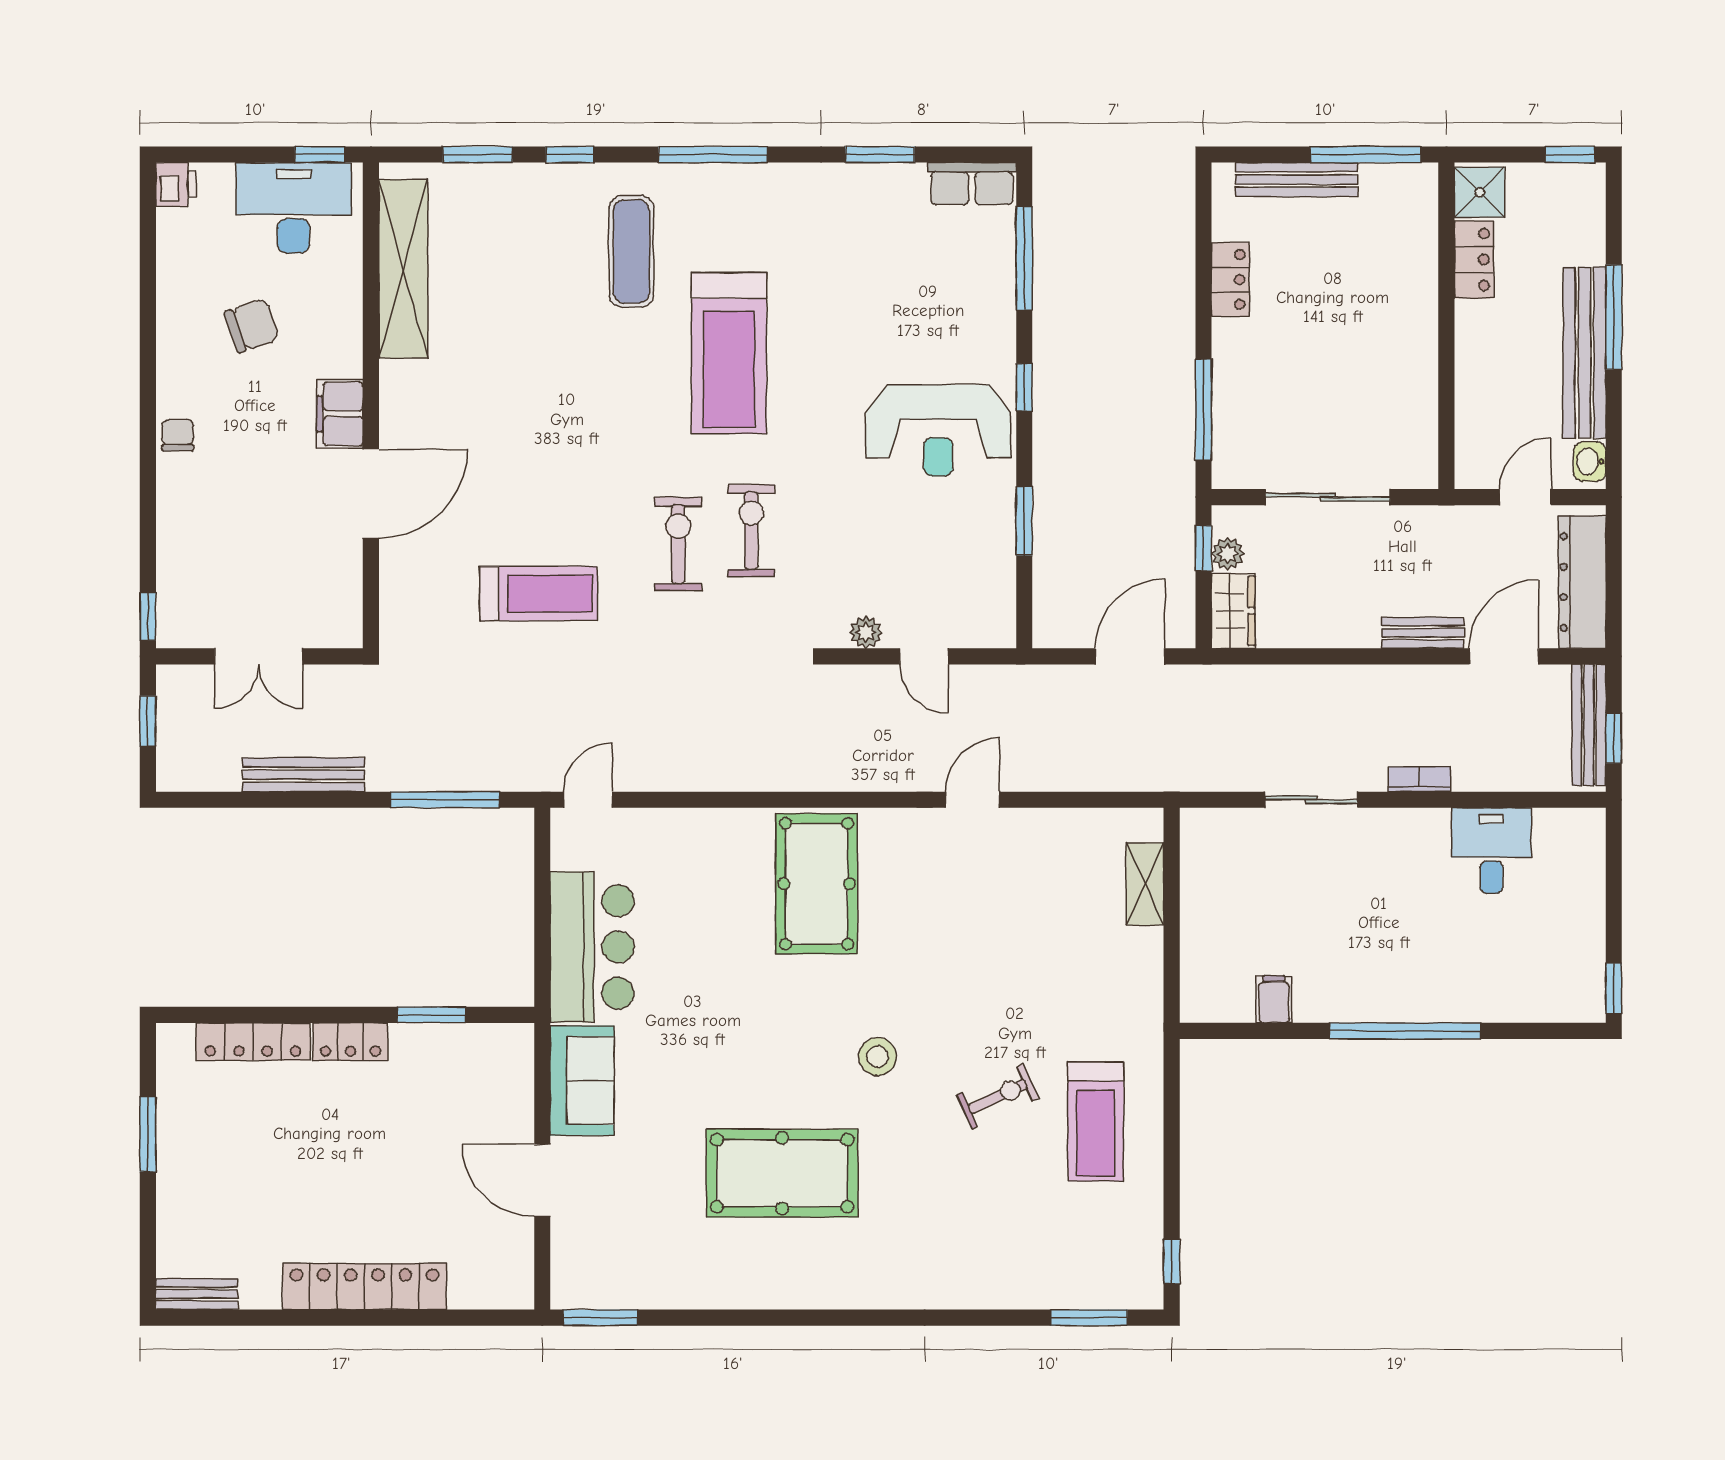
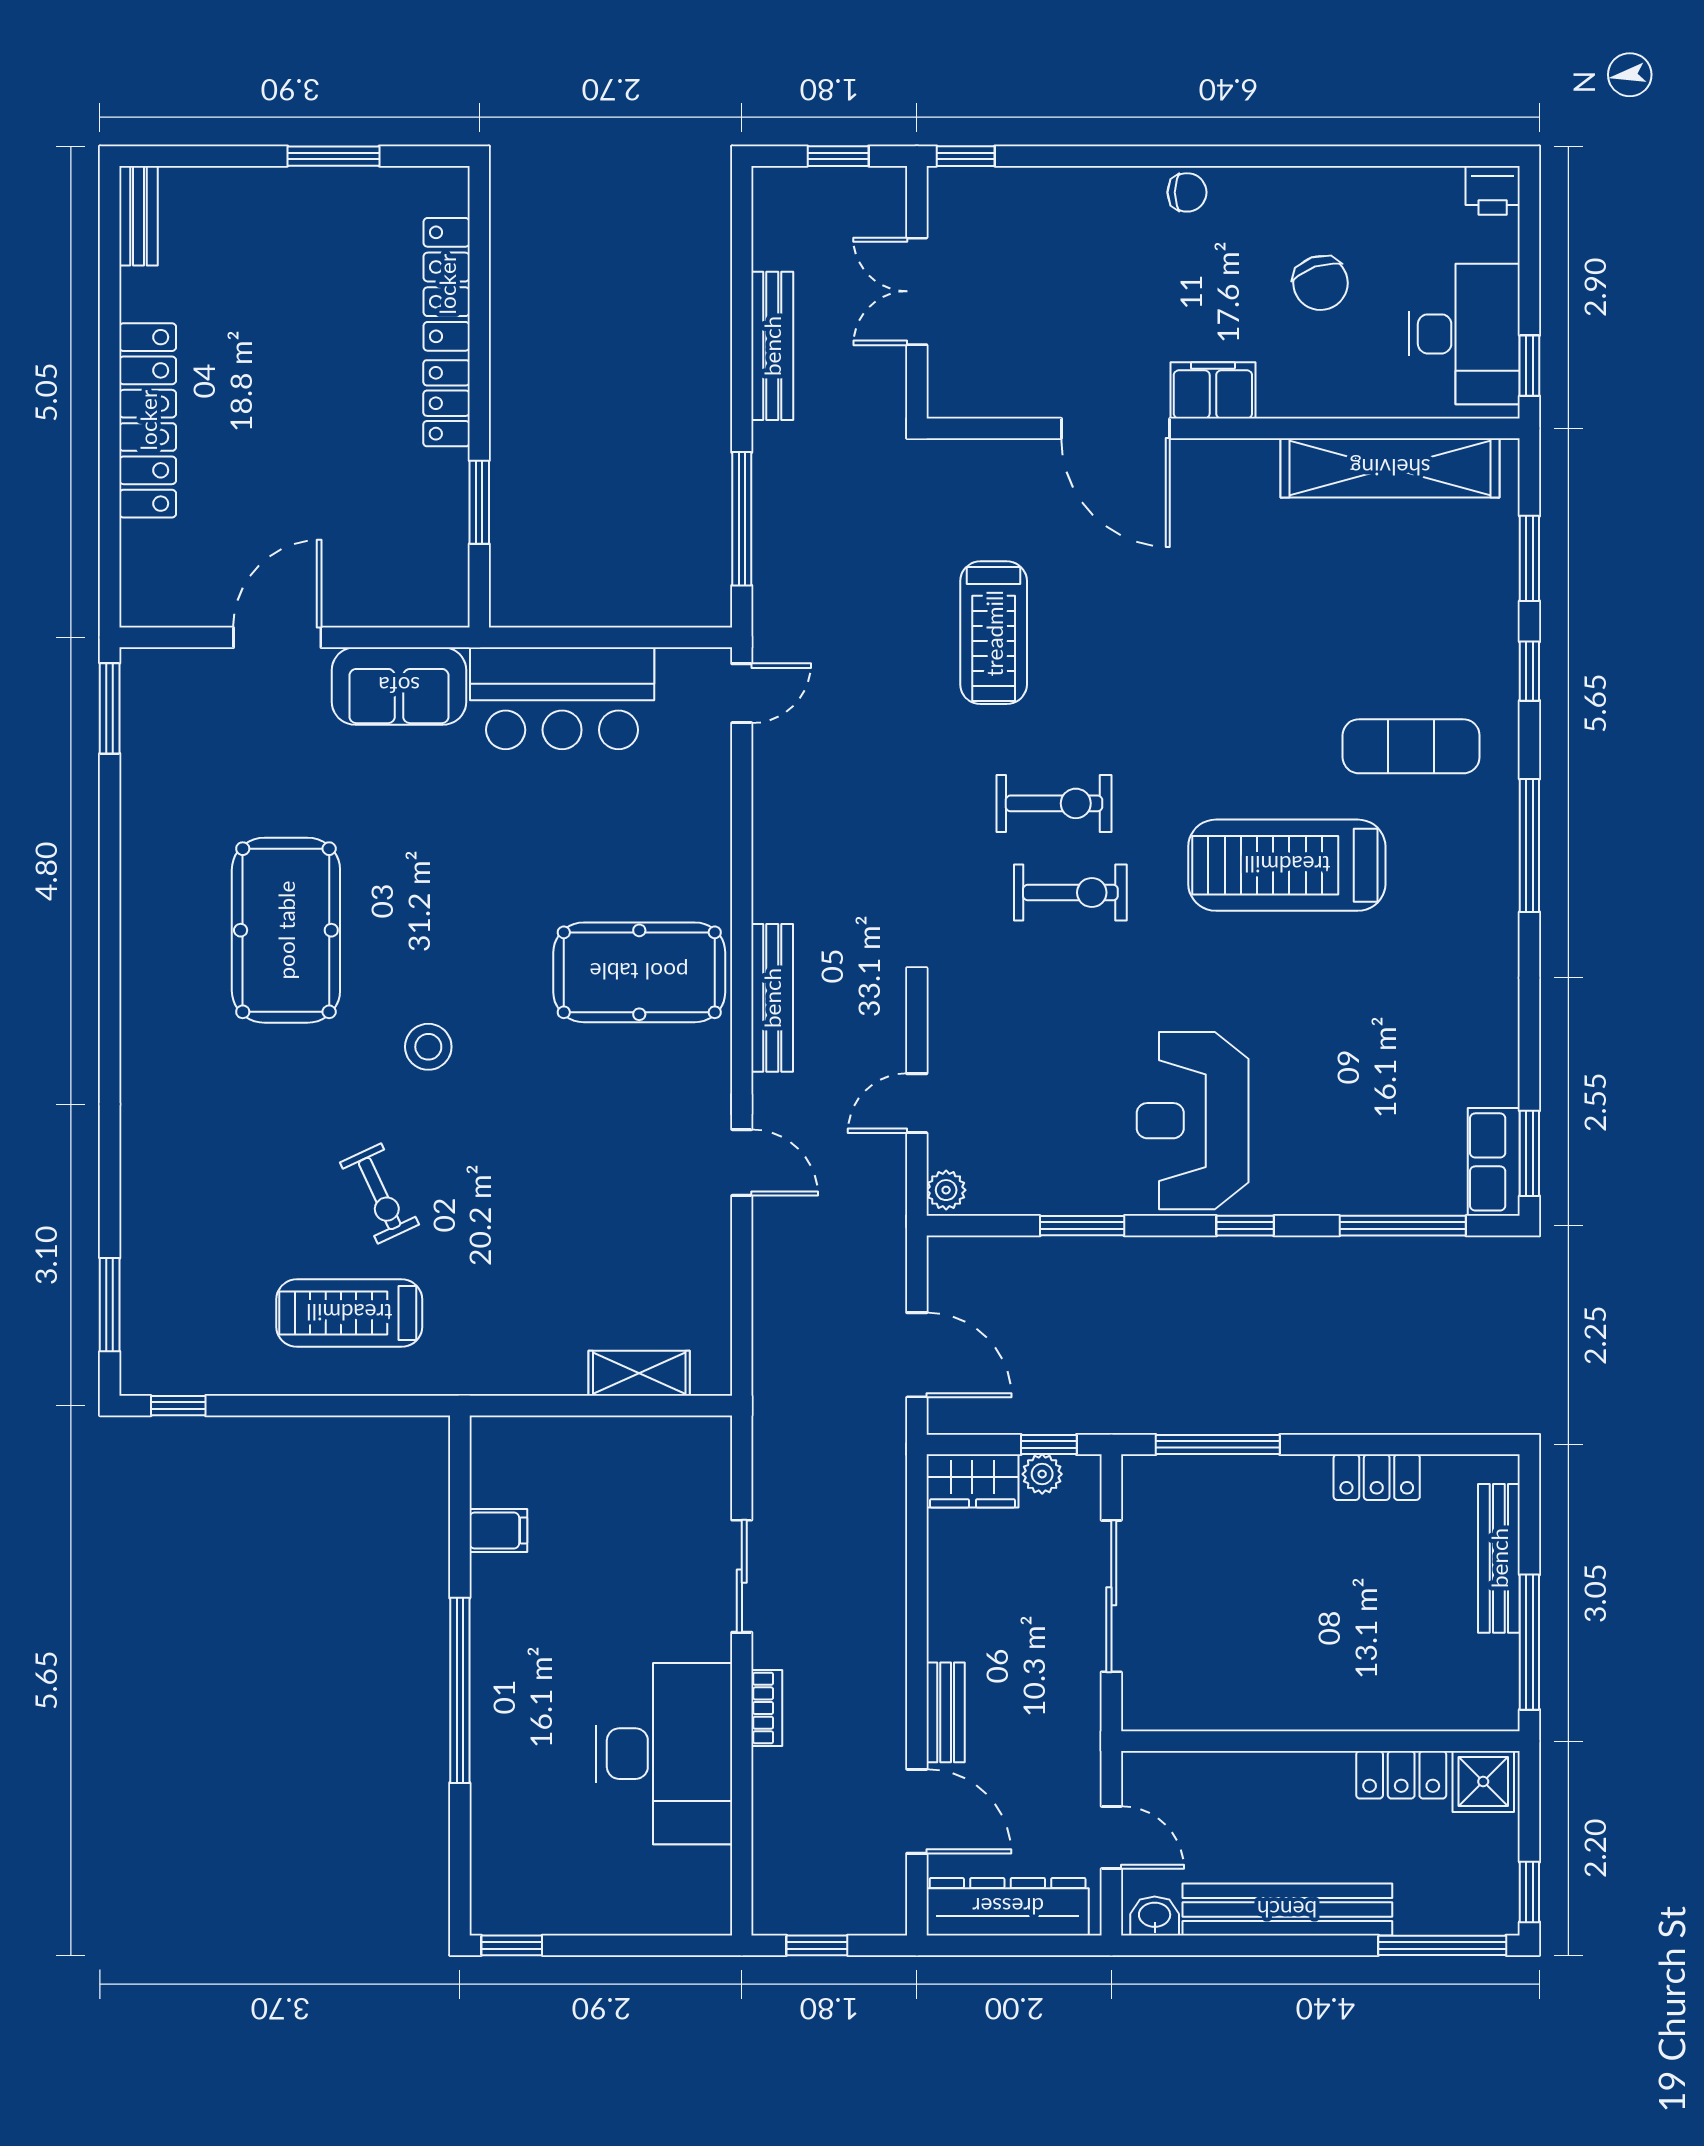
window: (880, 154) -> (1529, 1153), moved
window: (1614, 317) -> (1442, 1945), moved
plant: (866, 632) -> (946, 1190), moved
bench: (1589, 725) -> (772, 998), moved, turned 90
door: (588, 800) -> (742, 693), hinge flipped
desk: (1491, 851) -> (664, 1754), width x1.87, depth x1.30

